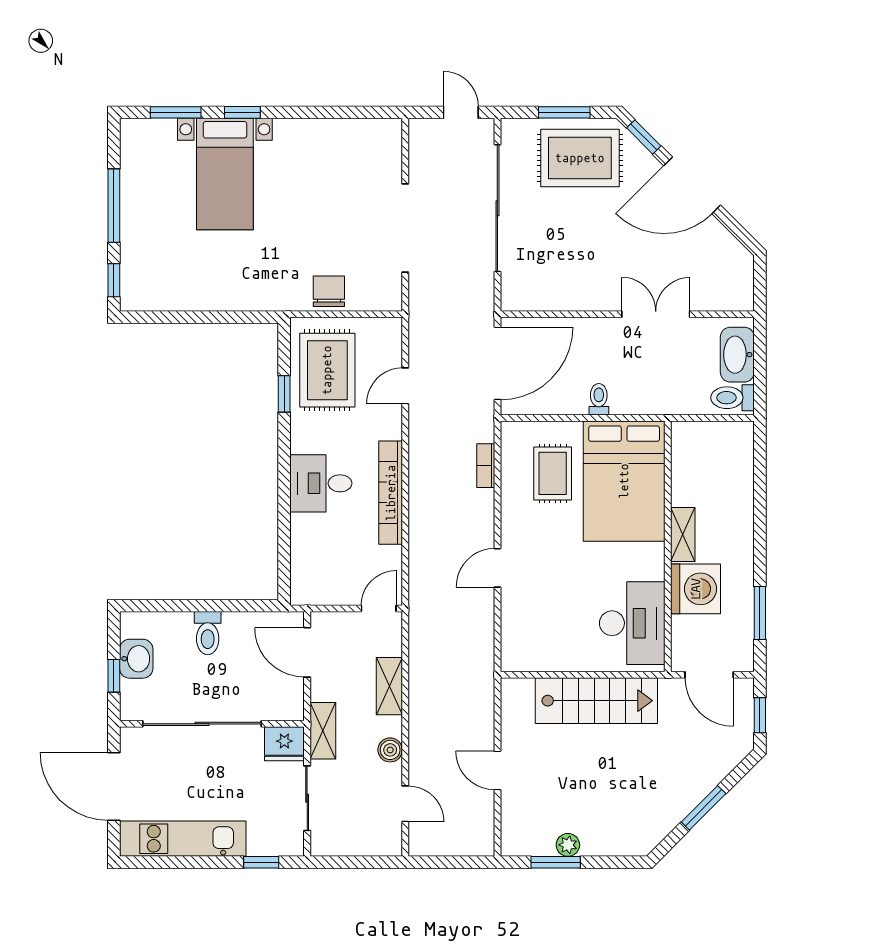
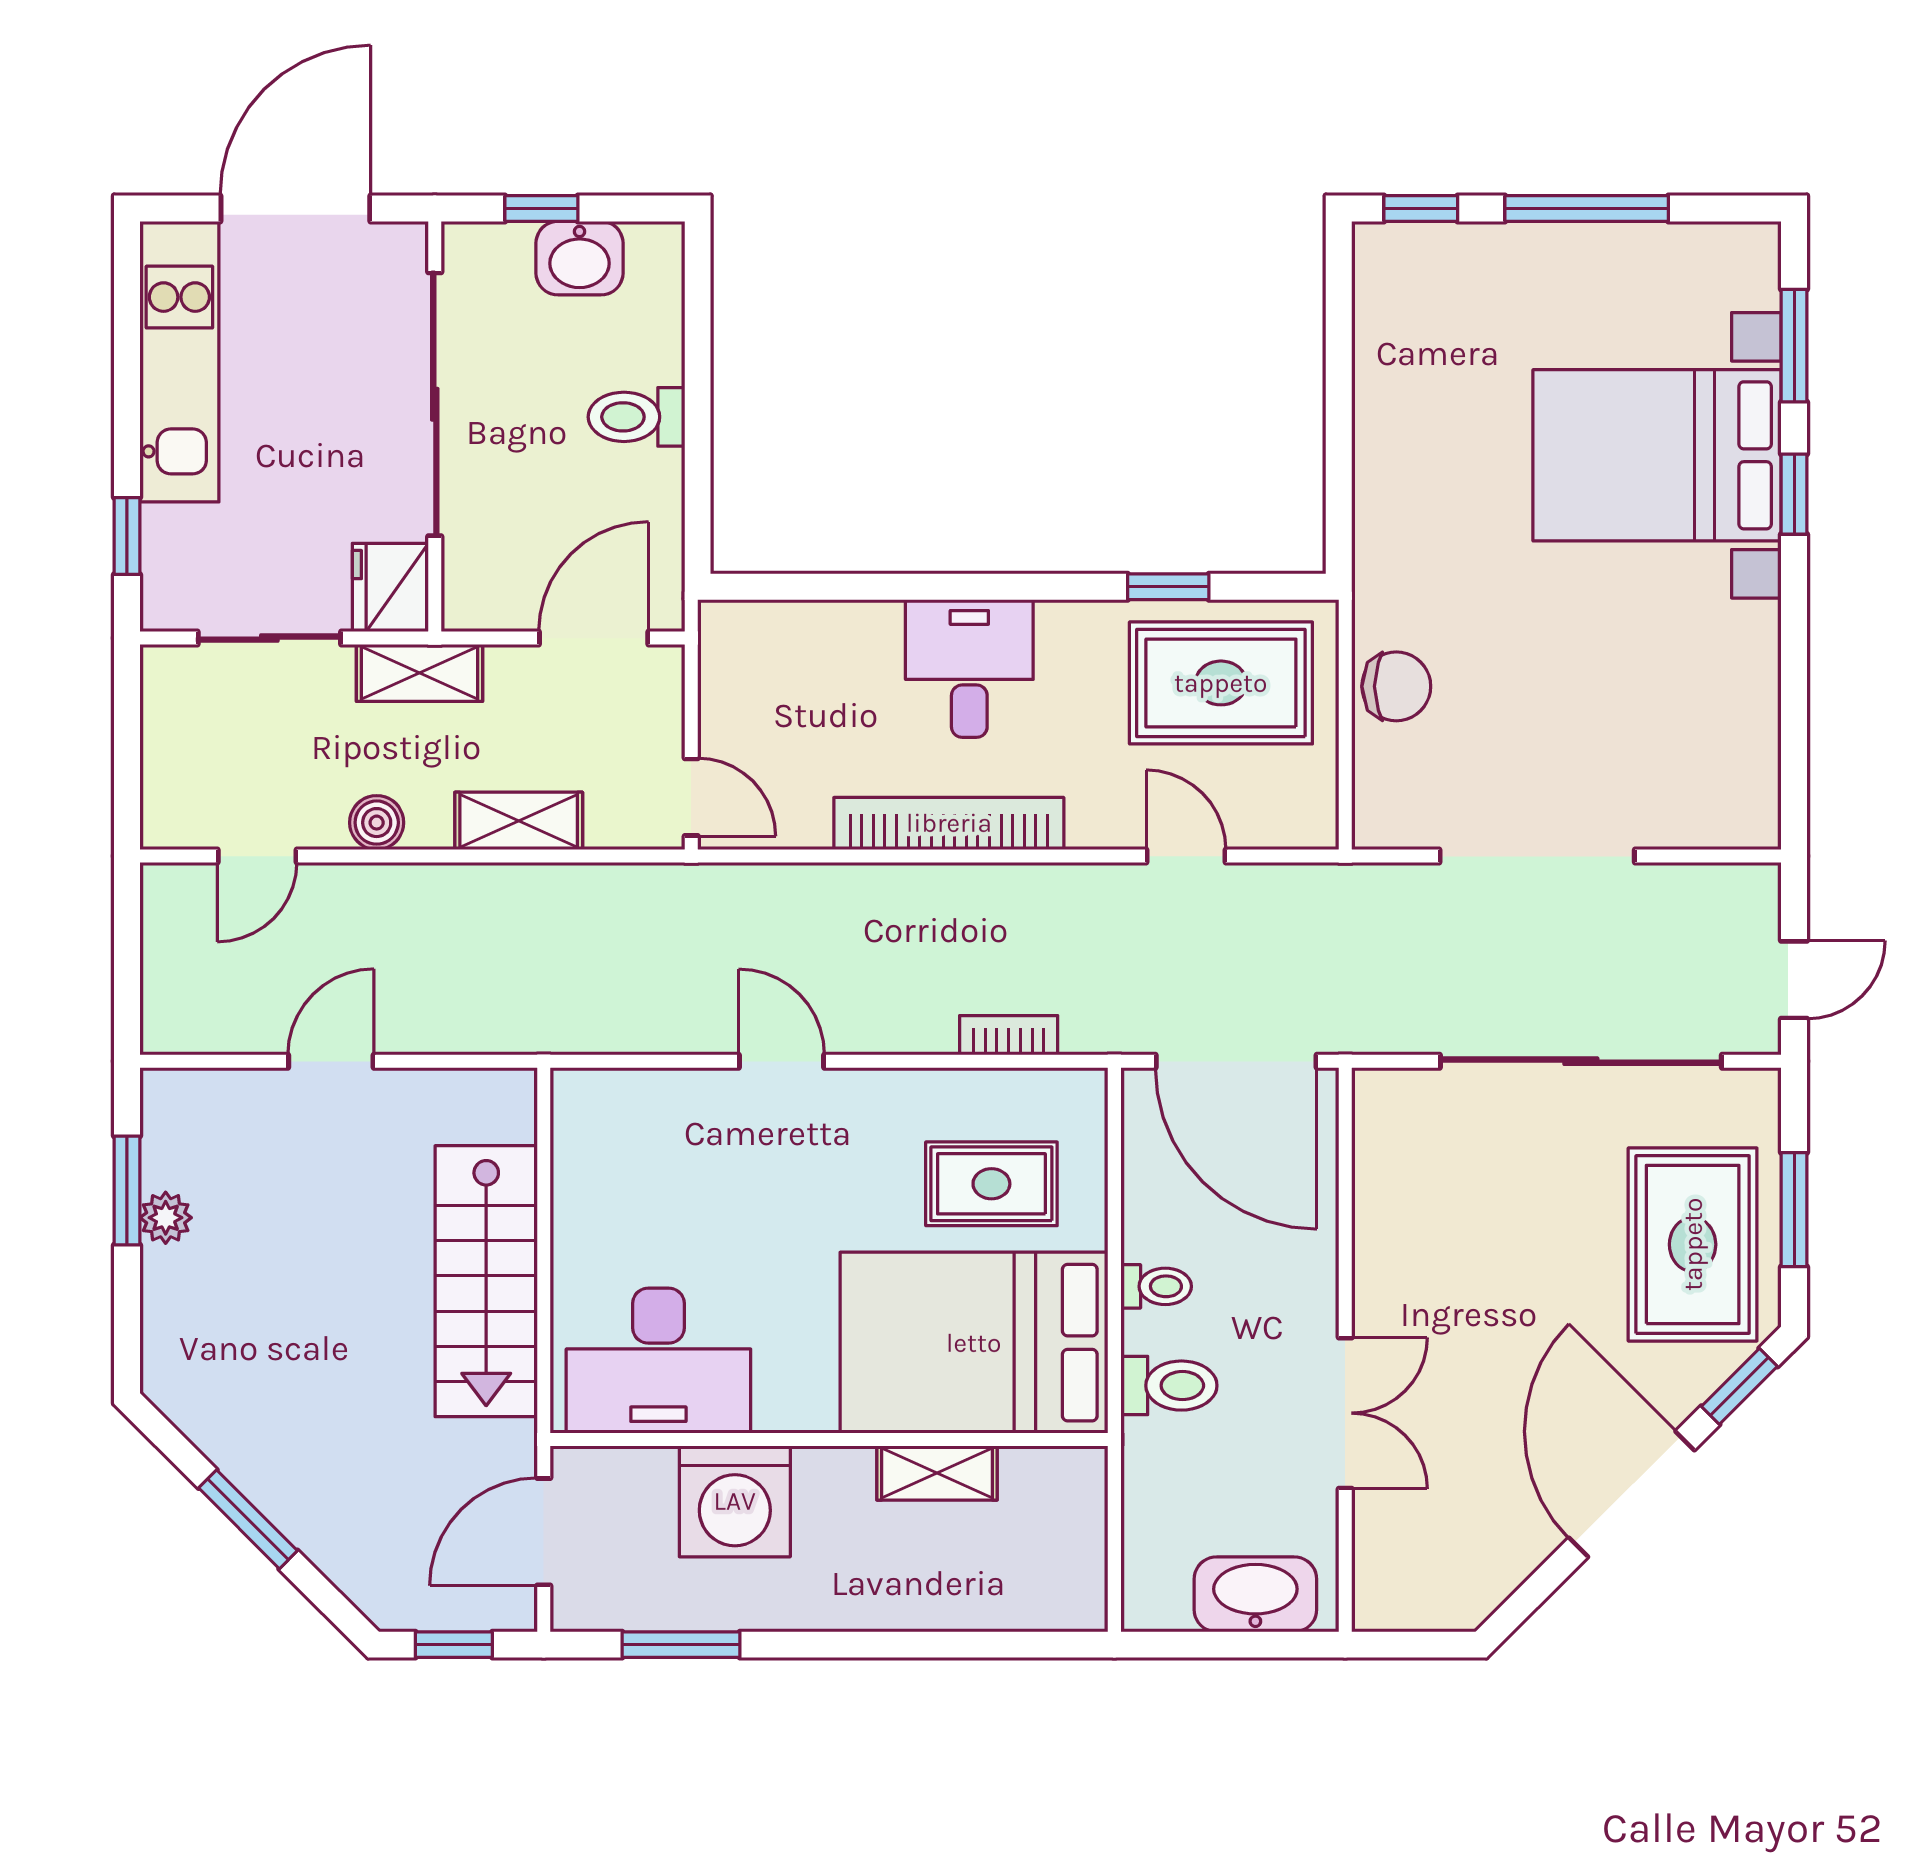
bed with nightstands: (225, 174) -> (1657, 455), width x1.36
toilet: (733, 398) -> (1169, 1386), moved, turned 90
shelving: (683, 534) -> (937, 1473), moved

